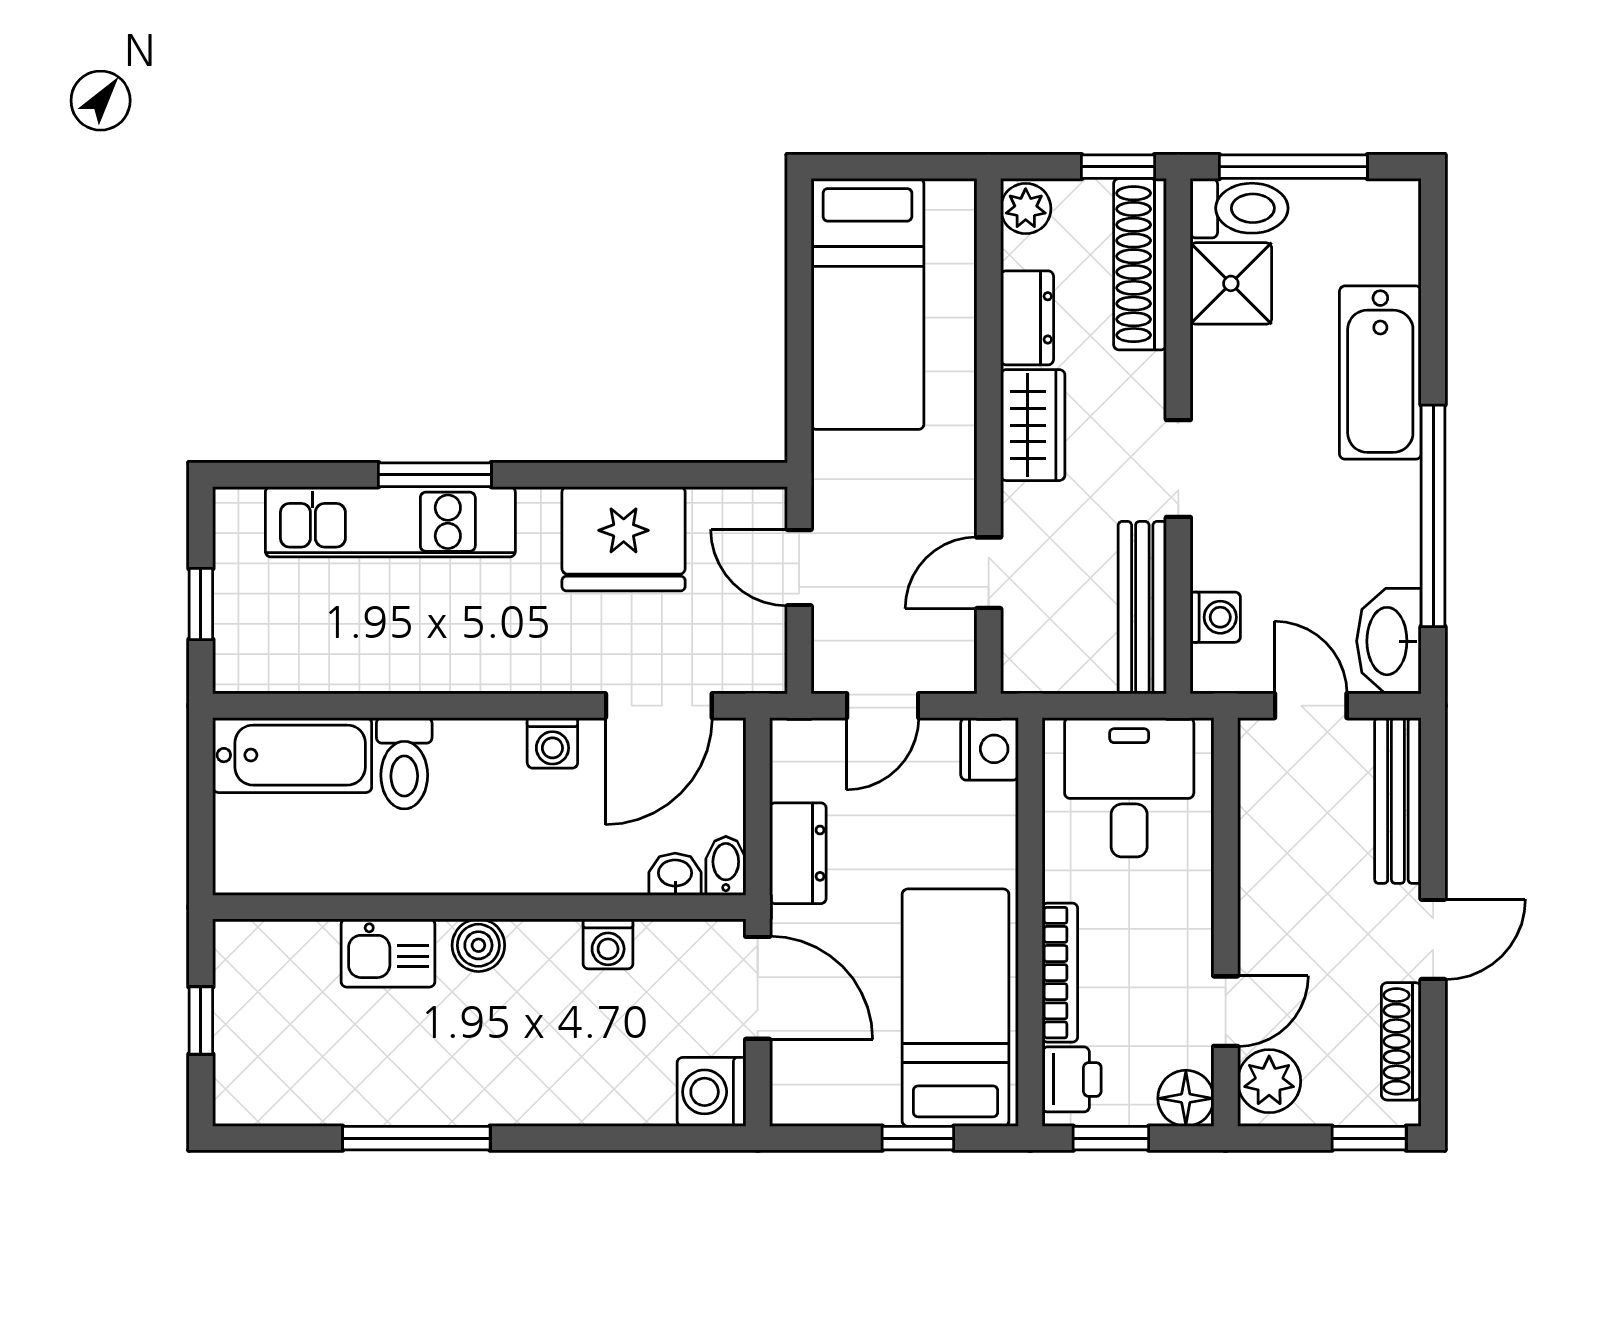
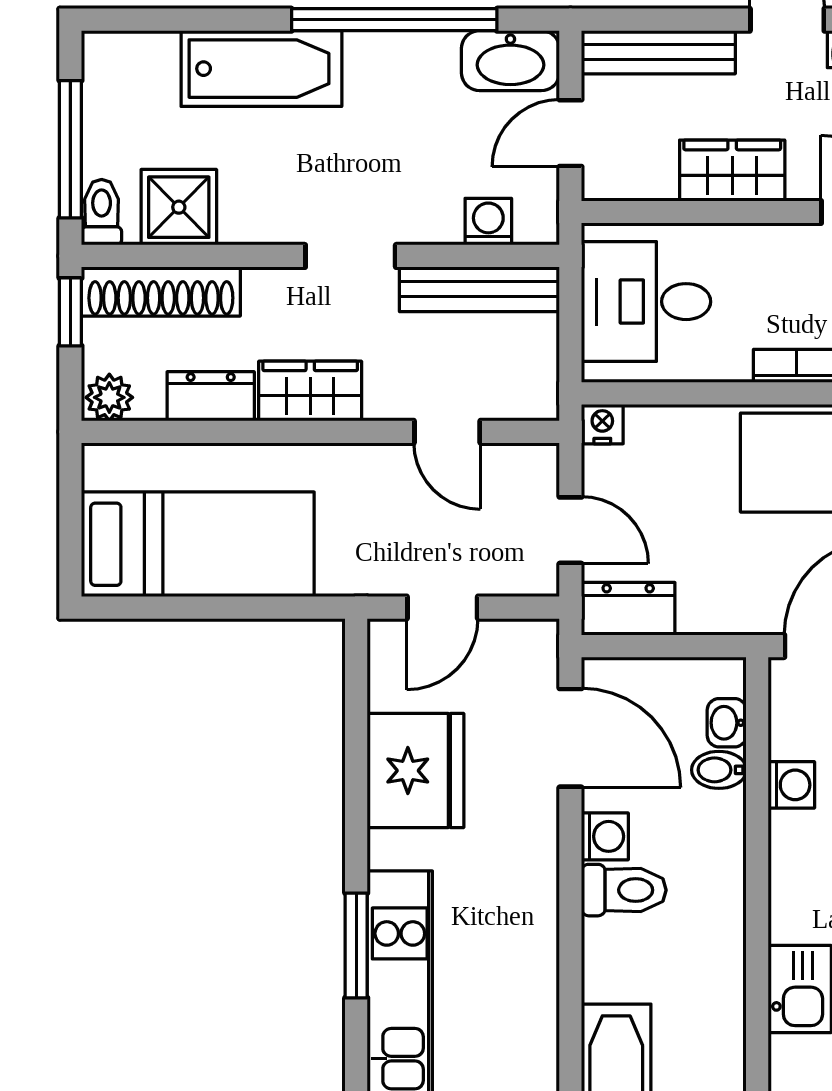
toilet: (1239, 208) -> (102, 212), width x0.73, depth x0.72
nightstand: (990, 749) -> (602, 424), width x0.72, depth x0.74
toilet: (404, 763) -> (624, 890), moved
dresser: (798, 853) -> (628, 609), moved
bidet: (726, 866) -> (719, 770), moved
wardrobe: (1270, 880) -> (732, 171), added
boiler: (478, 945) -> (793, 905), removed

